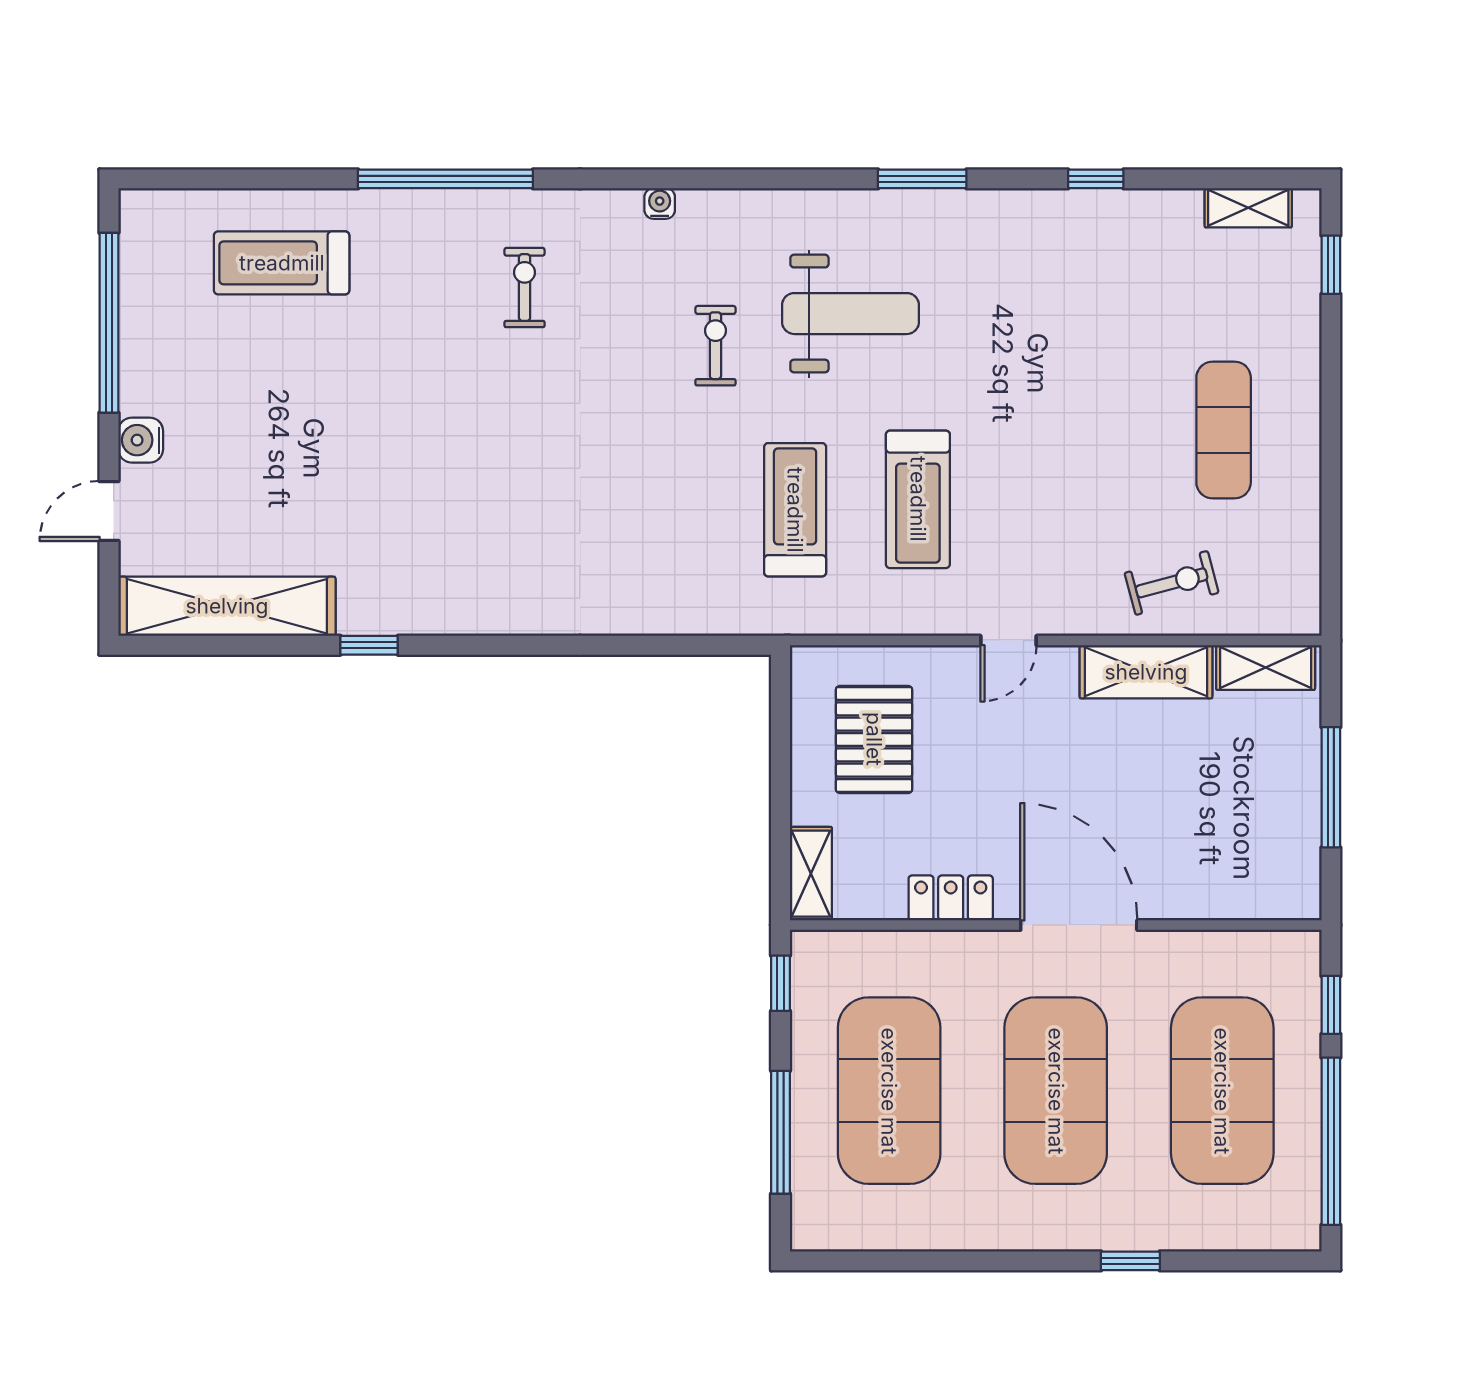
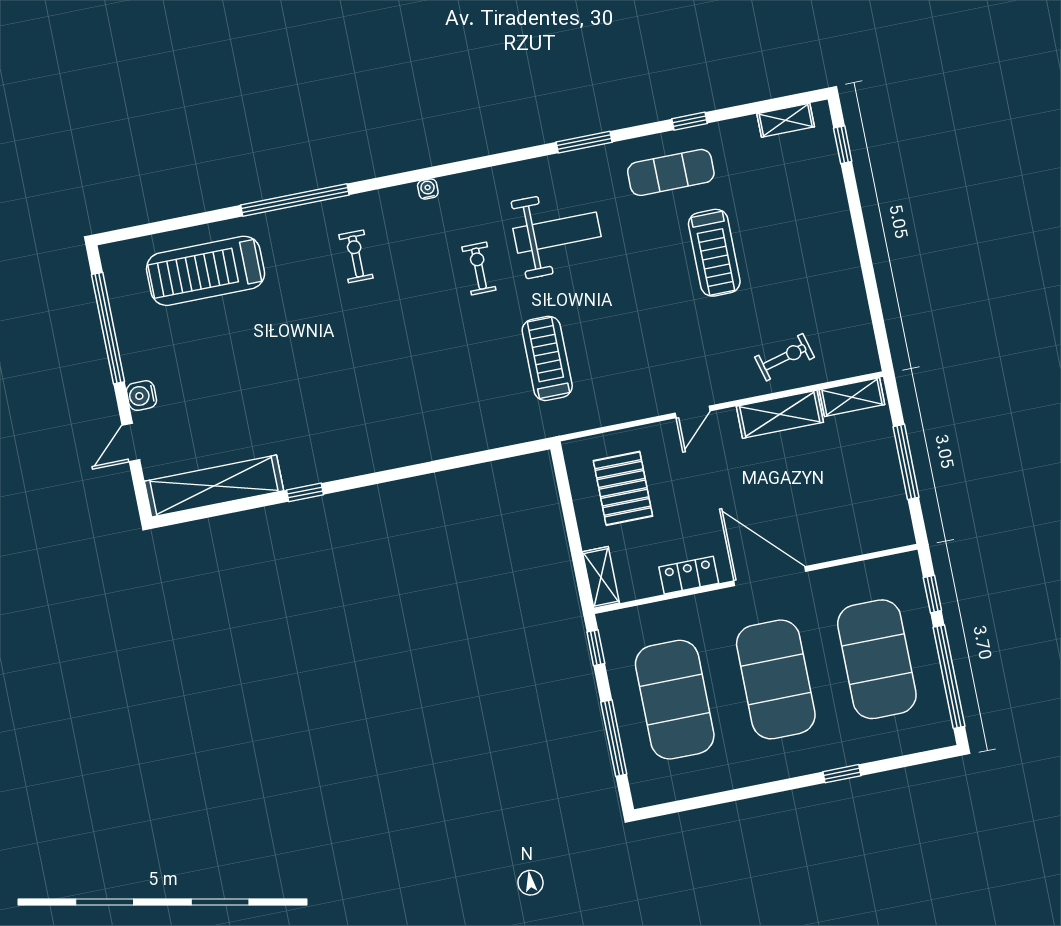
treadmill: (282, 263) -> (206, 271), width x1.37, depth x1.38
exercise mat: (1224, 430) -> (671, 172), moved, turned 90
treadmill: (918, 499) -> (714, 253), moved

